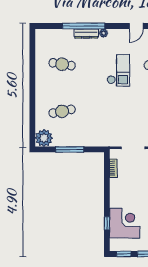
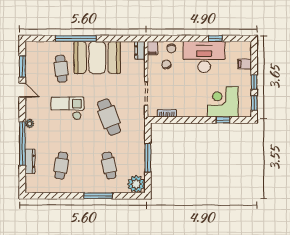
dresser: (86, 34) -> (30, 161), moved
window: (32, 101) -> (98, 196), added
cafe table: (110, 111) -> (109, 117), added

